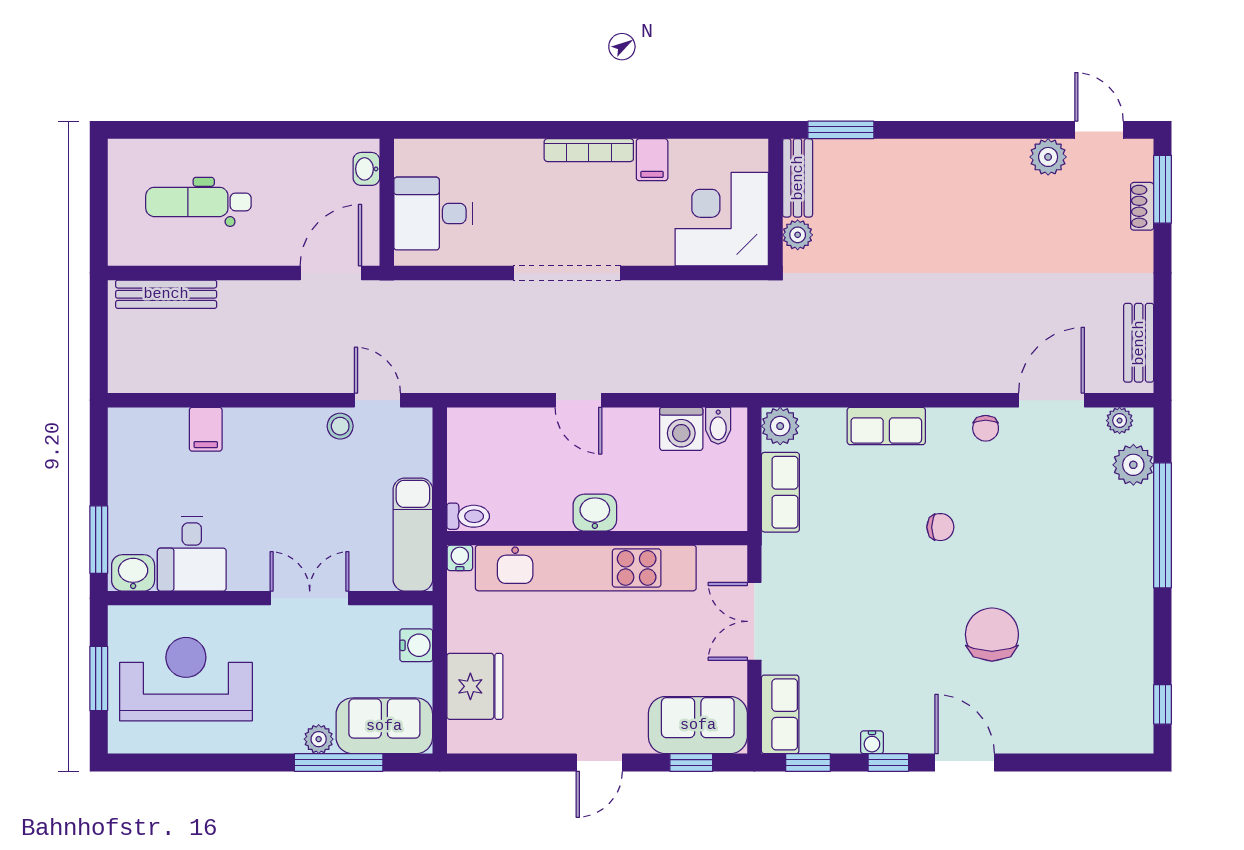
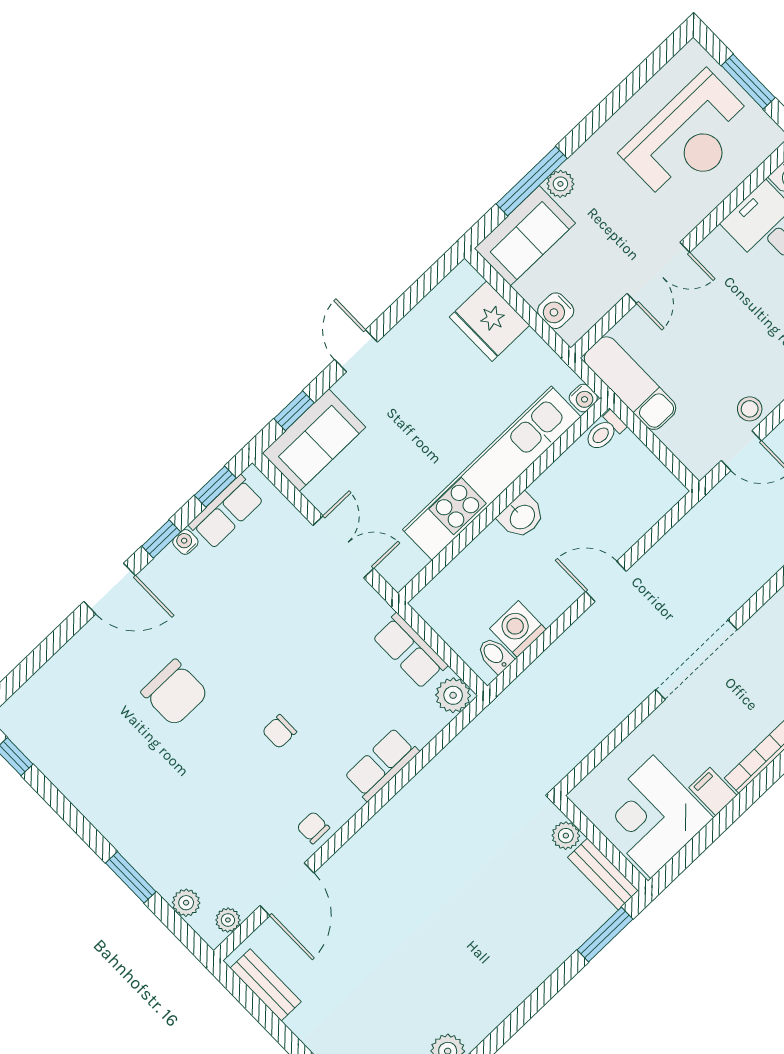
corner desk: (722, 219) -> (652, 817), moved, turned 180
plant: (1133, 465) -> (186, 903), width x0.73, depth x0.73
window: (1163, 525) -> (131, 877), width x0.47
row of seats: (780, 714) -> (226, 512), moved, turned -90

